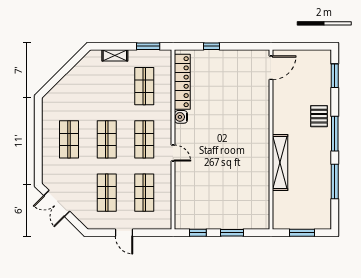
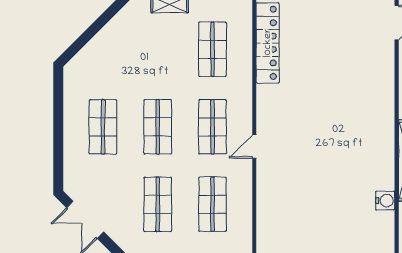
water cooler: (181, 117) -> (385, 201), moved, turned 180
door: (173, 153) -> (254, 147), swing flipped

